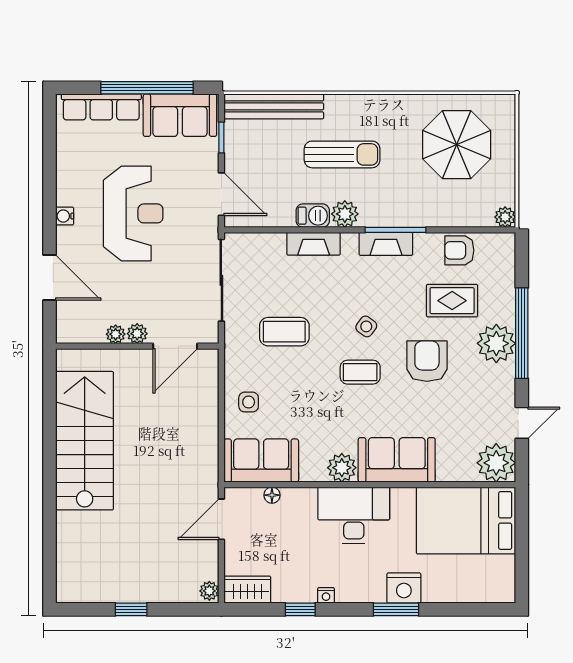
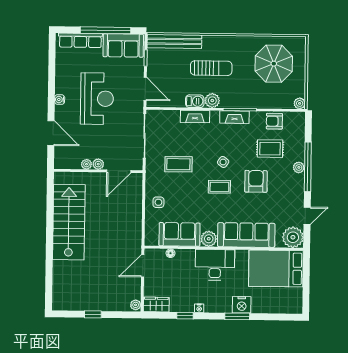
plant: (496, 343) -> (299, 167), width x0.53, depth x0.53
sofa: (397, 460) -> (246, 235), width x1.36
sofa: (261, 461) -> (180, 234), moved

